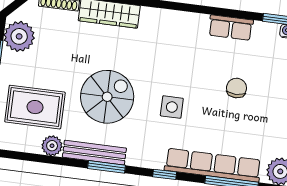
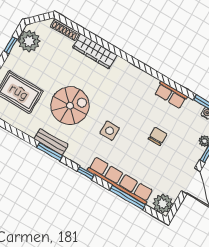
plant: (52, 146) -> (20, 122), removed
bench: (94, 153) -> (51, 142), width x0.73

